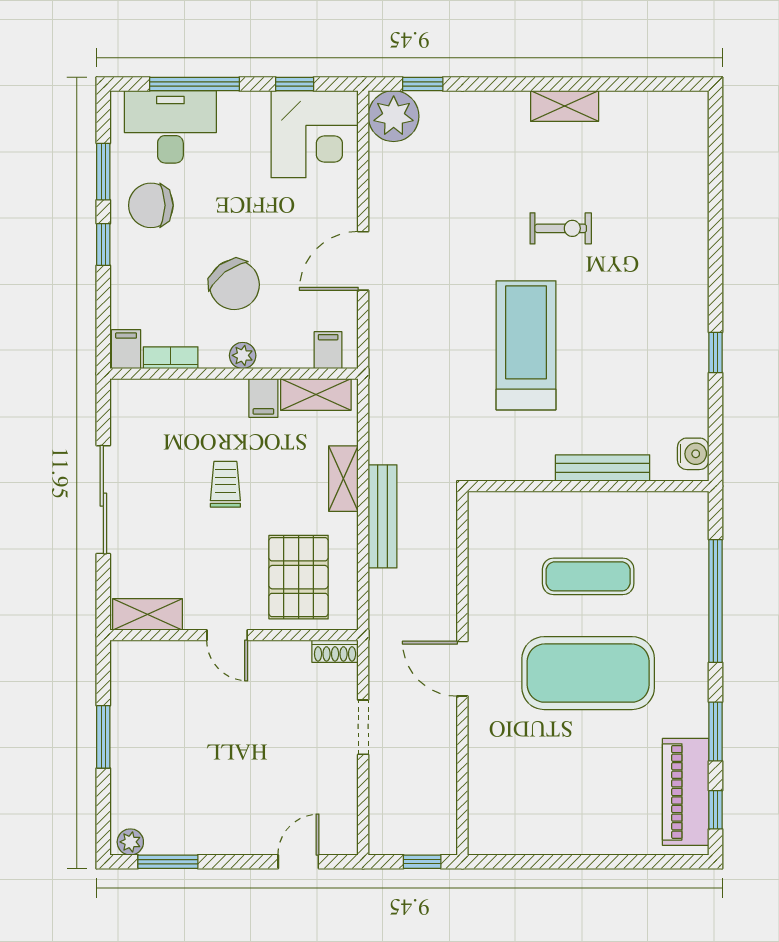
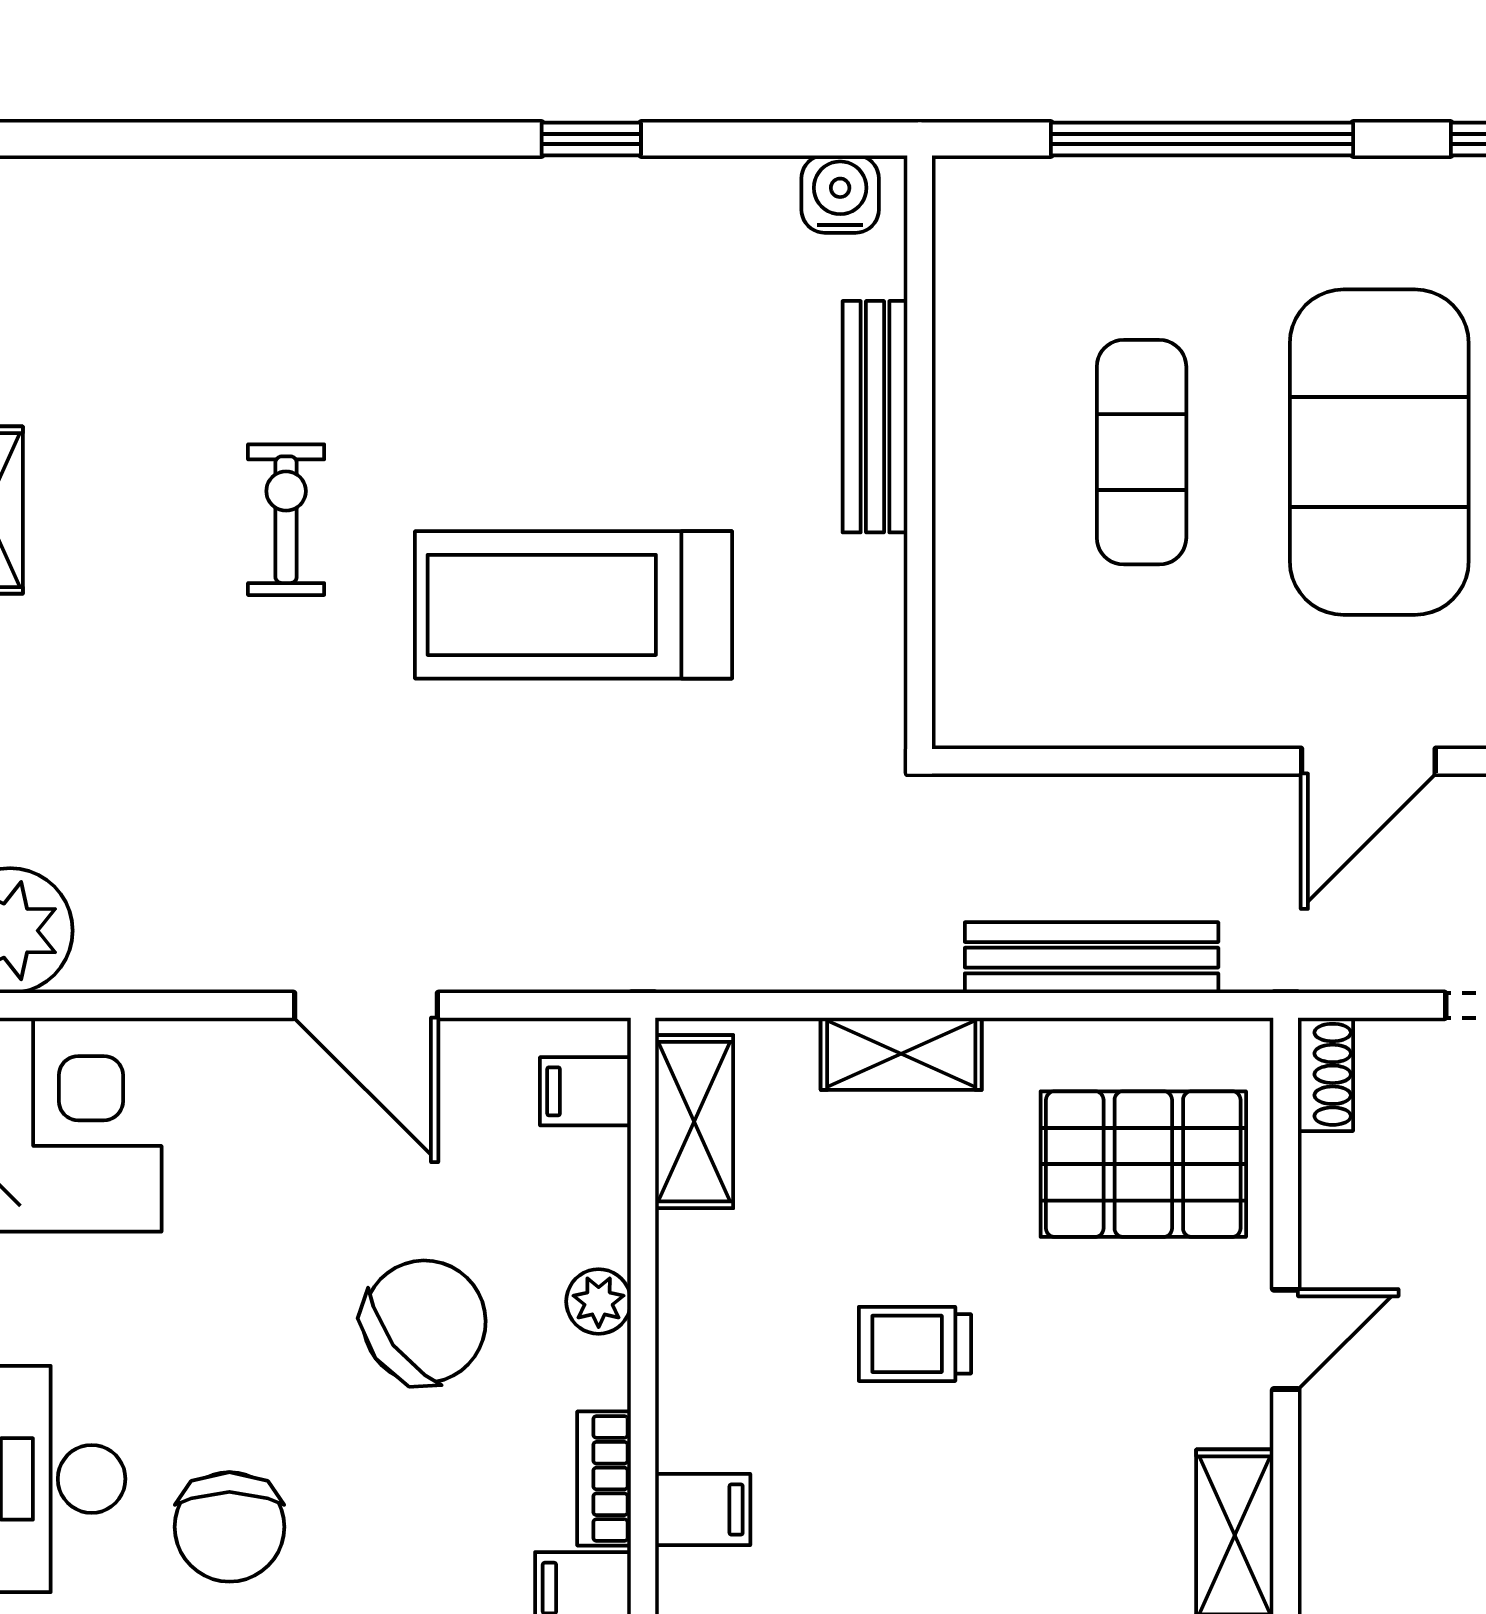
filing cabinet: (263, 398) -> (703, 1510), moved
bench: (383, 516) -> (1092, 958), moved

